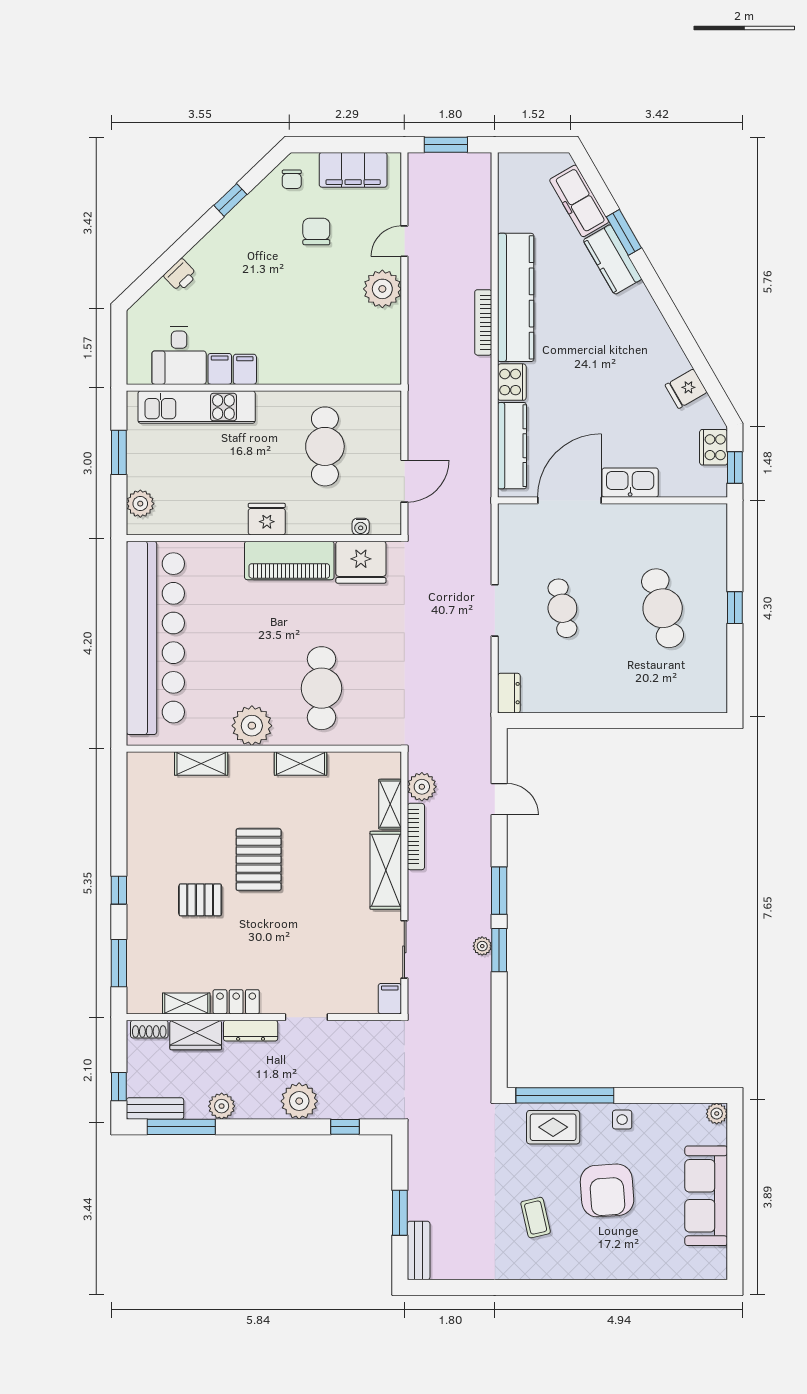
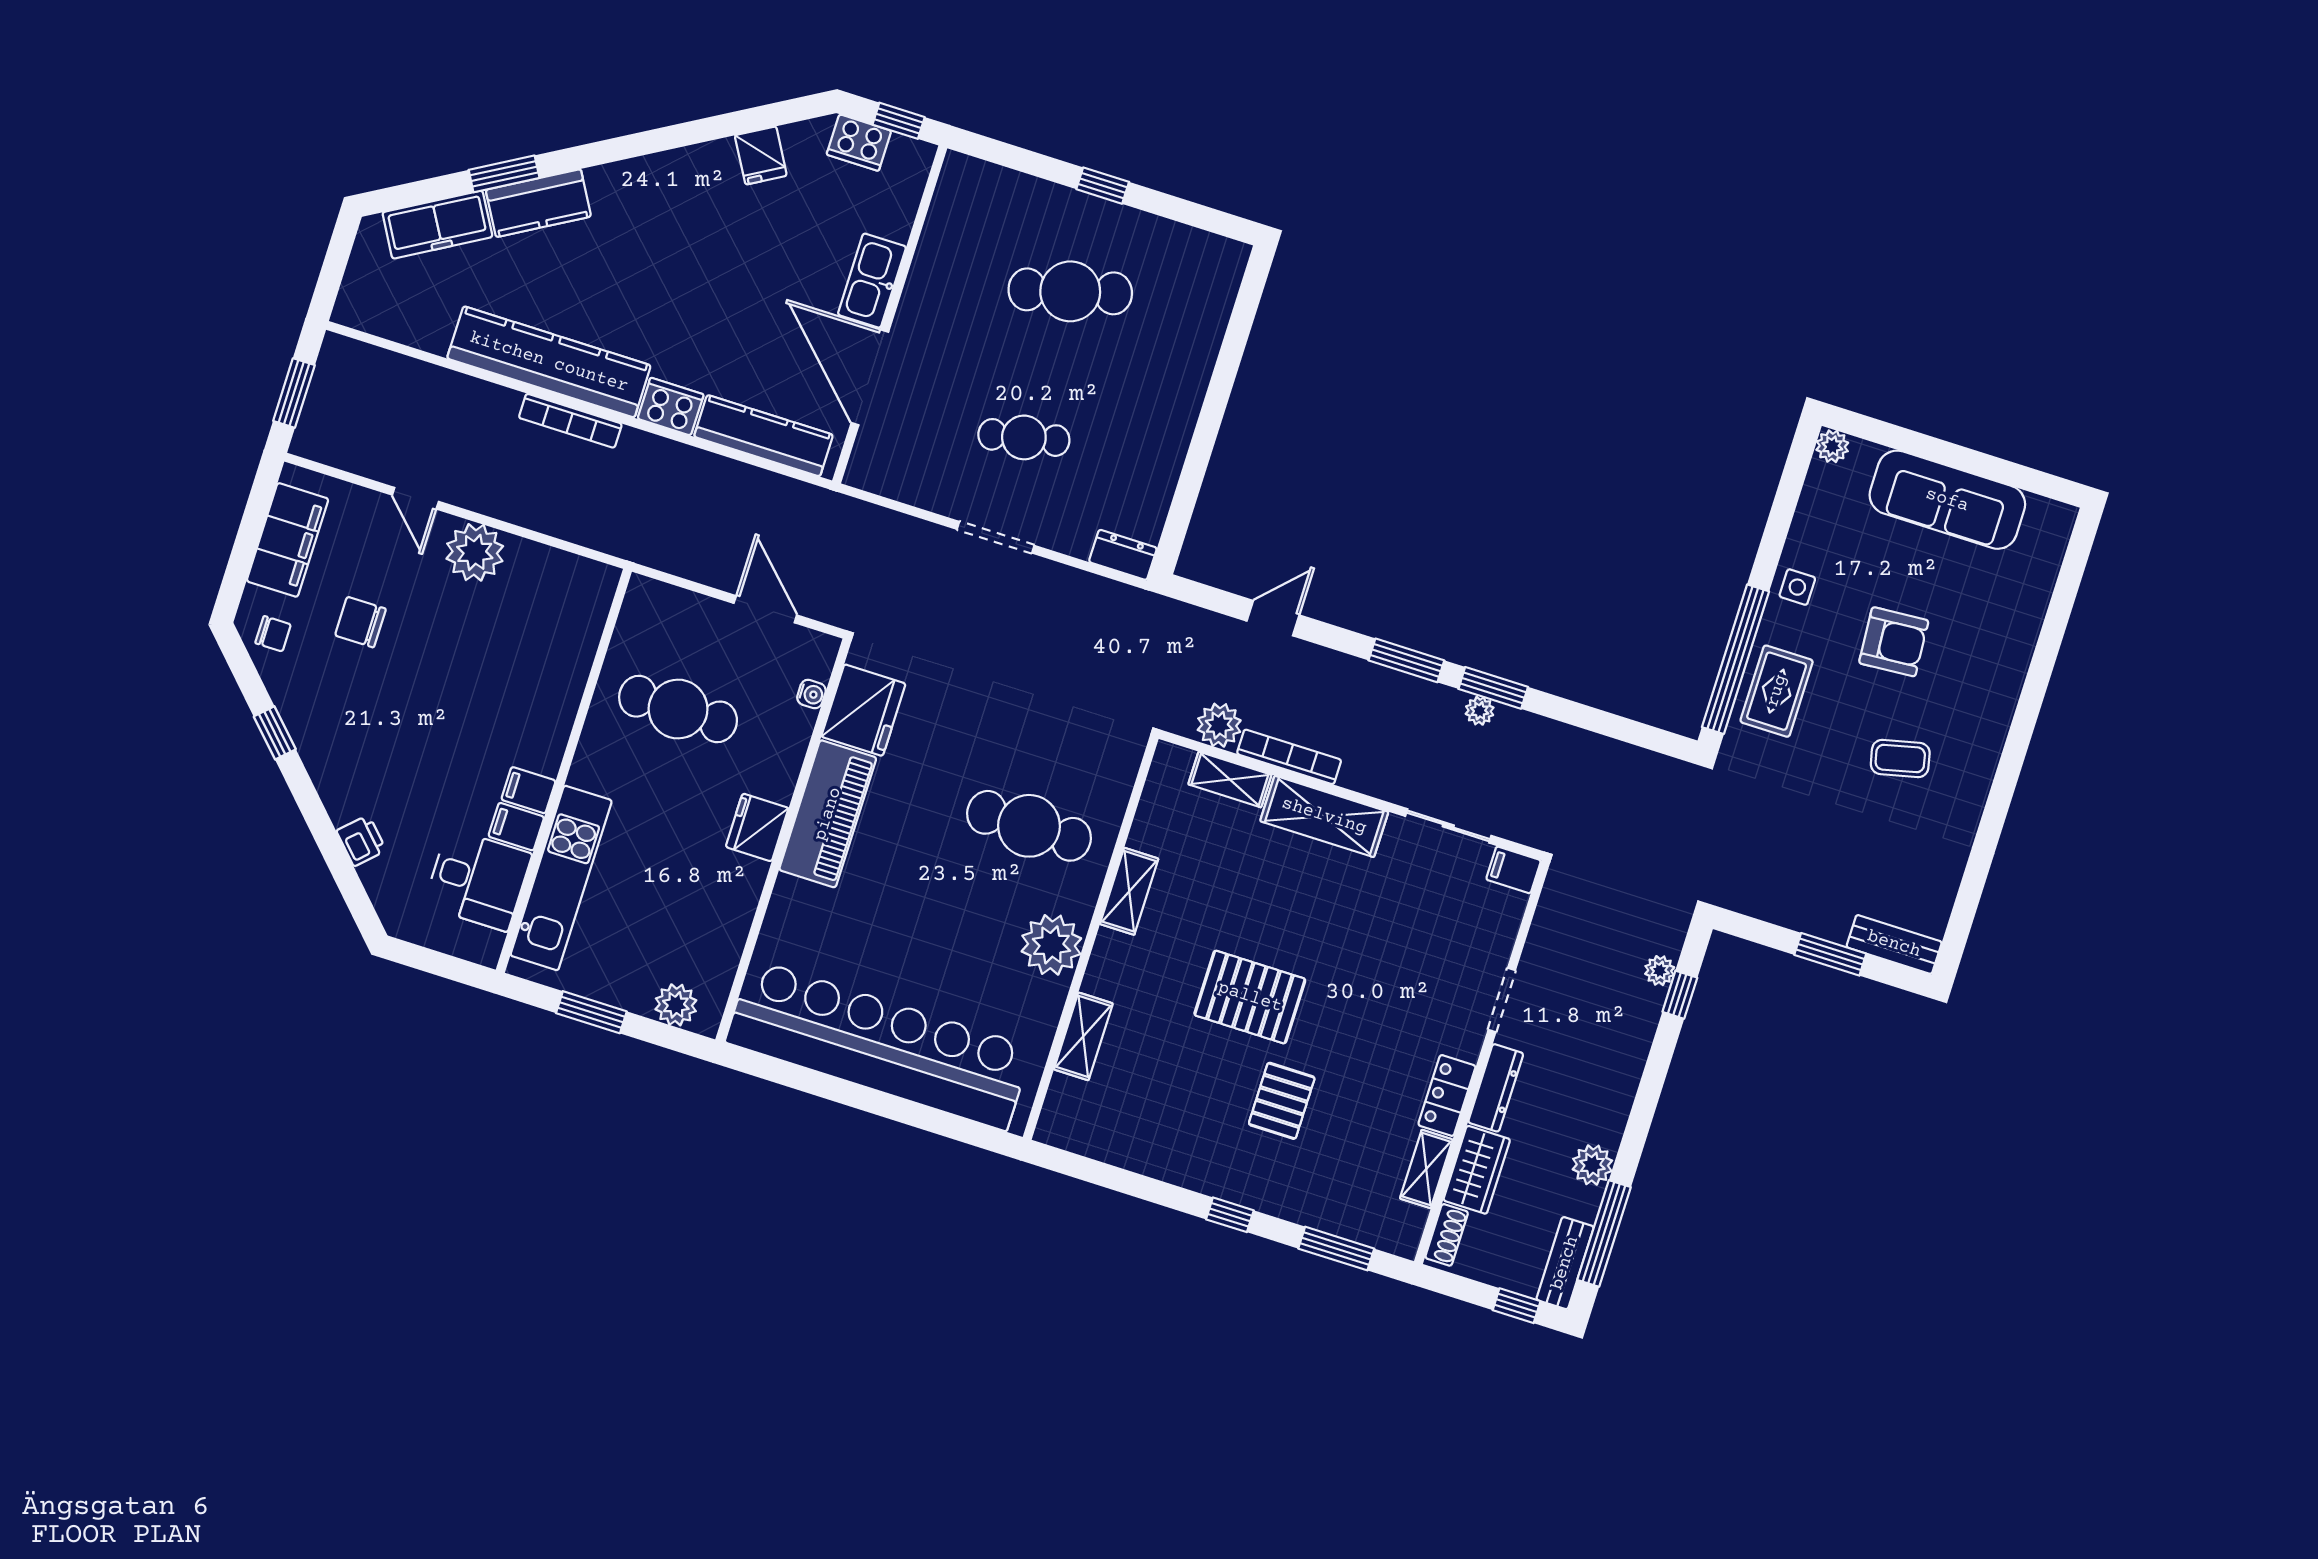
plant: (299, 1101) -> (1660, 971), moved, width x0.53, depth x0.53
armchair: (607, 1190) -> (1894, 642), width x0.73, depth x0.73

